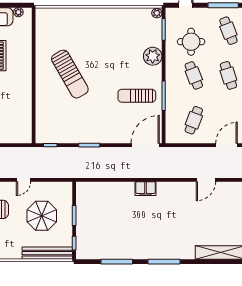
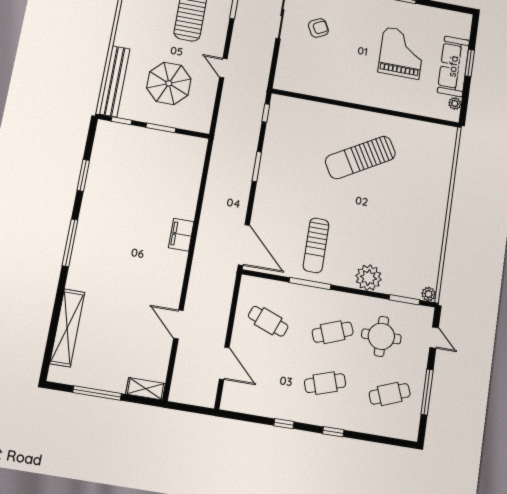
sun lounger: (137, 96) -> (316, 245), turned 180
window: (117, 262) -> (83, 175), width x0.69

